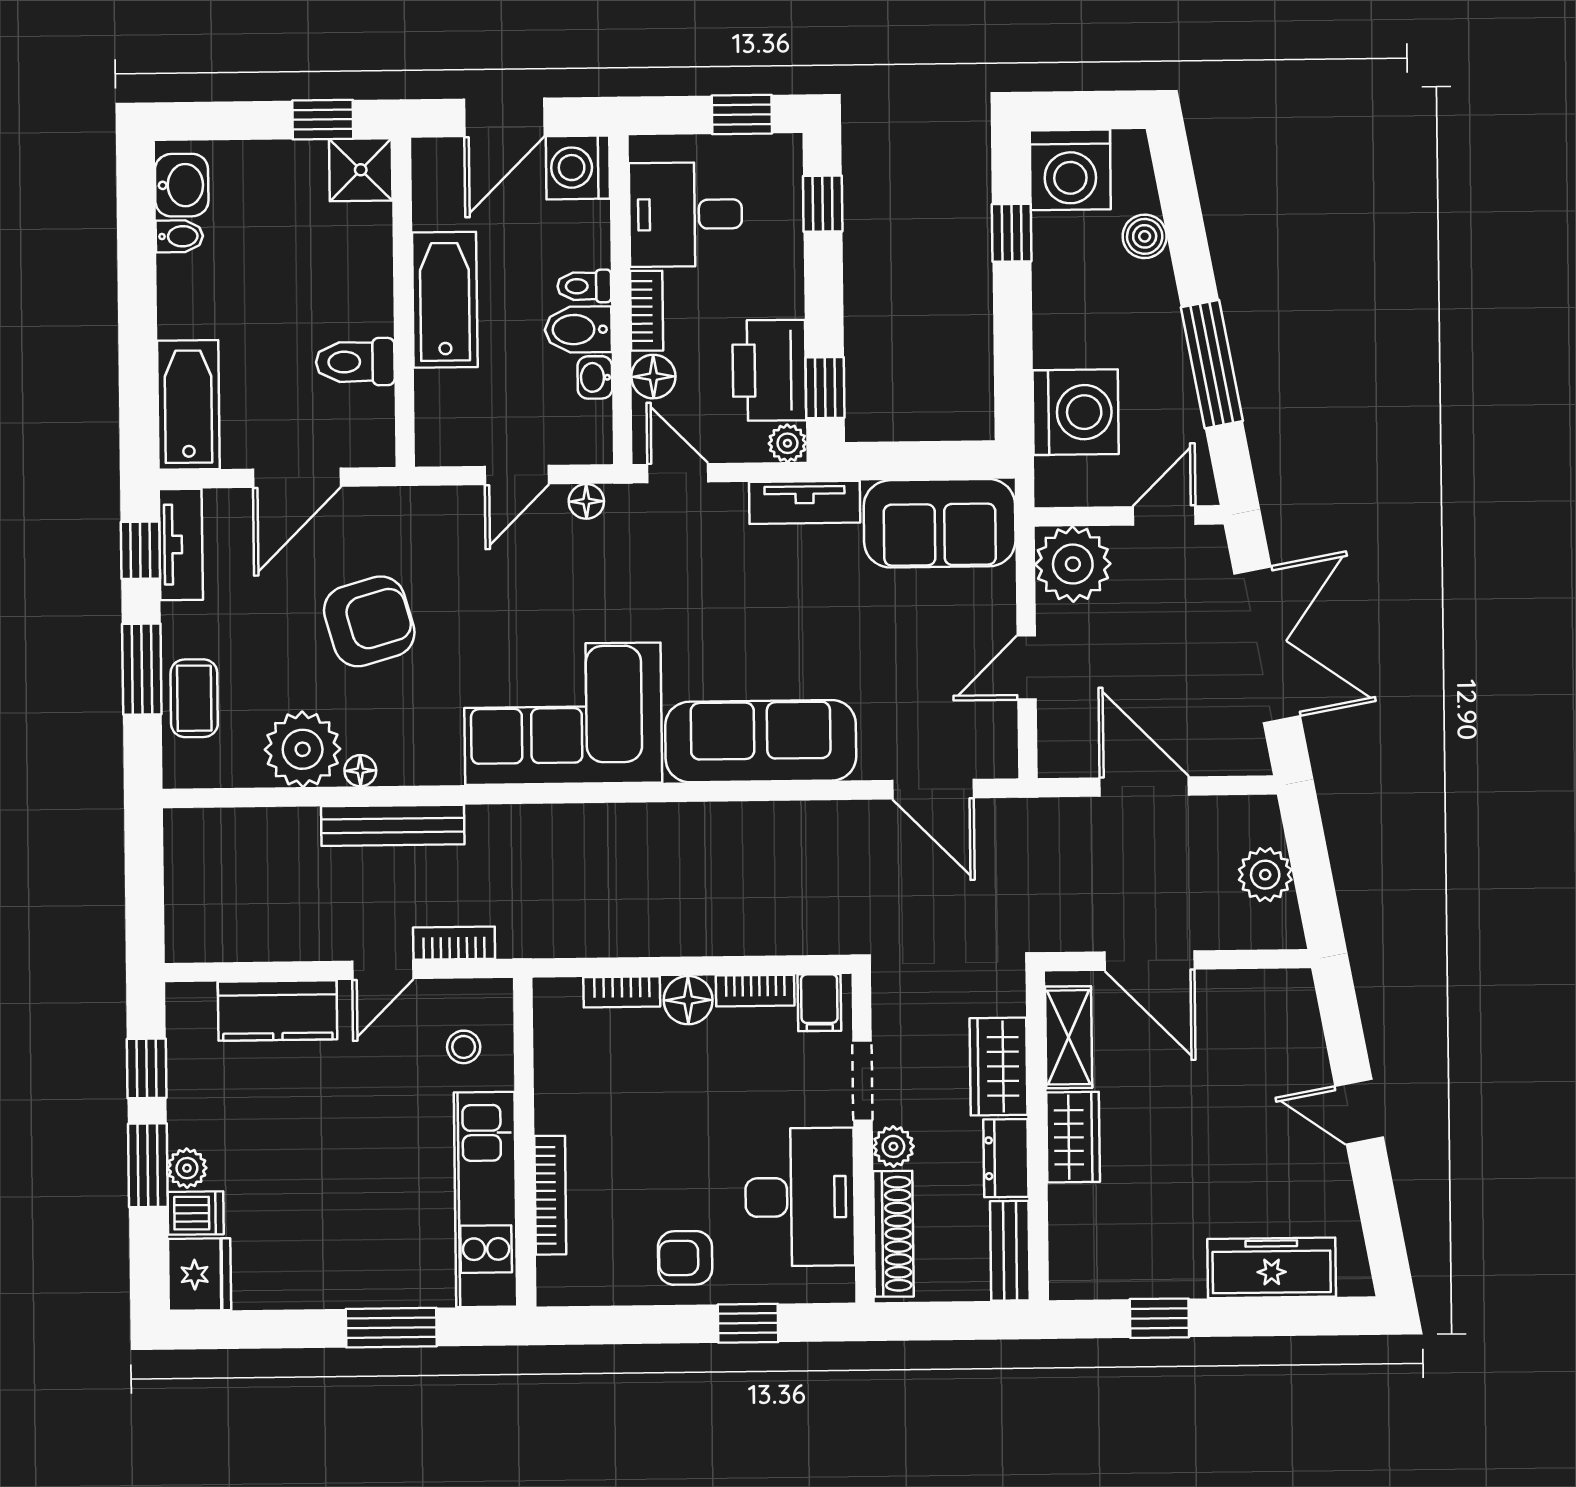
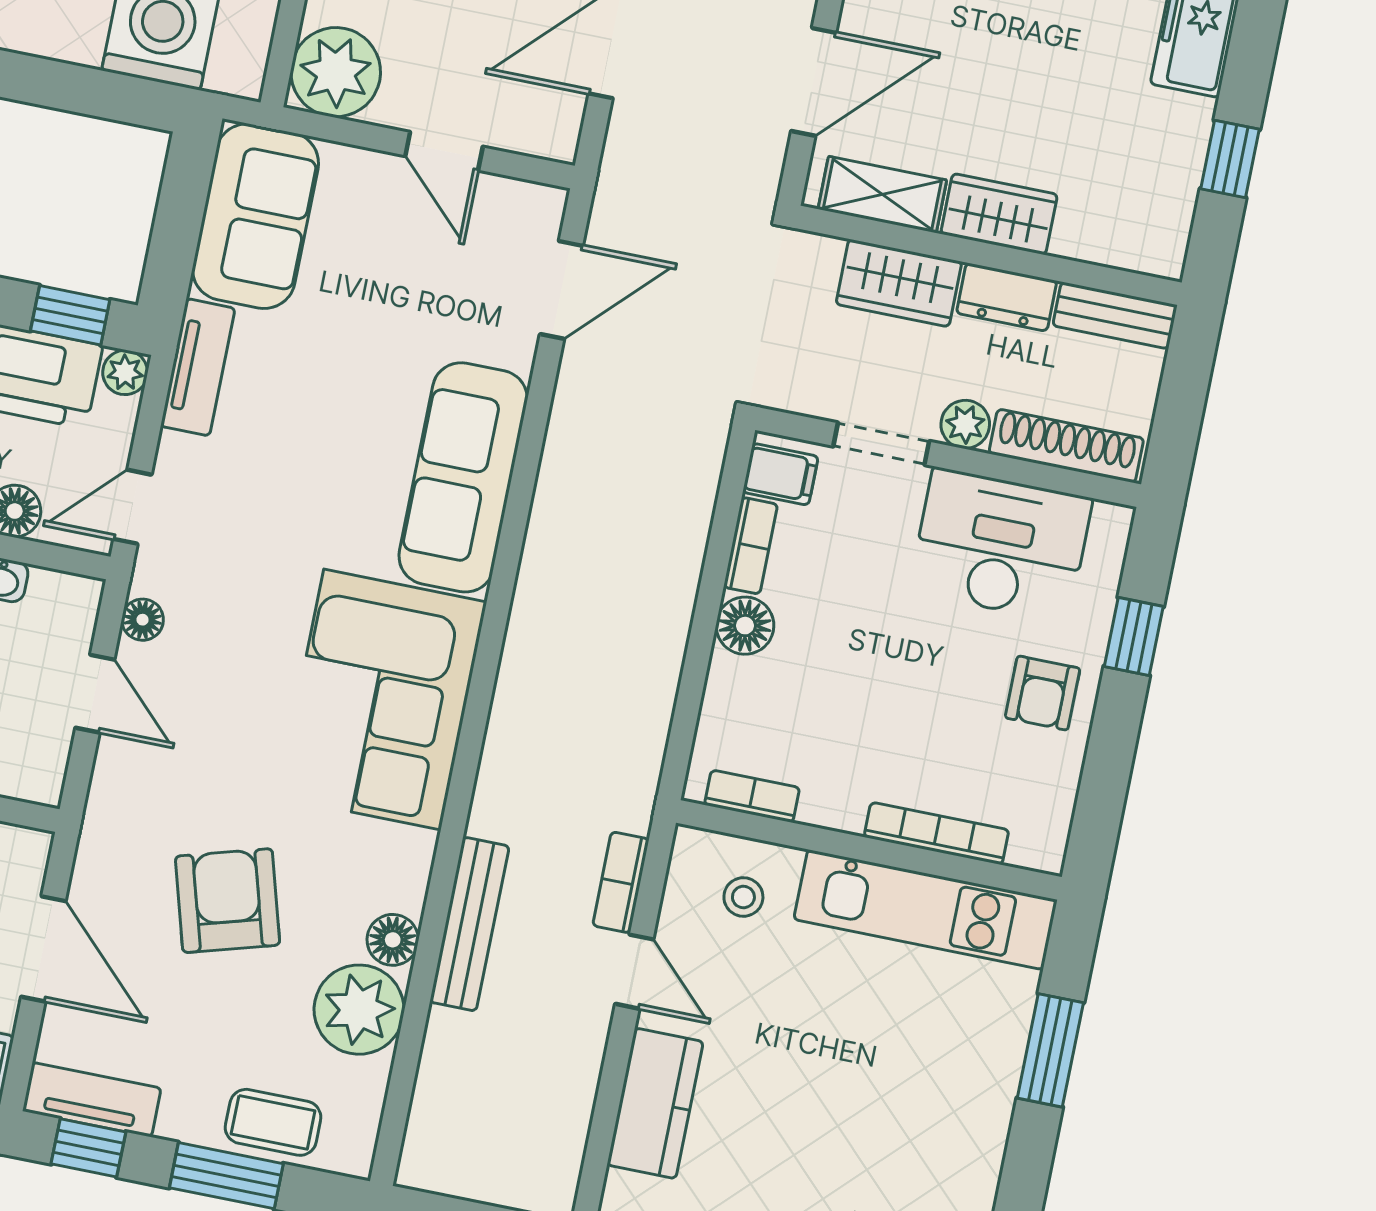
floor lamp: (360, 771) -> (393, 940), width x1.37, depth x1.37
bookcase: (622, 992) -> (752, 796), moved, turned -90

